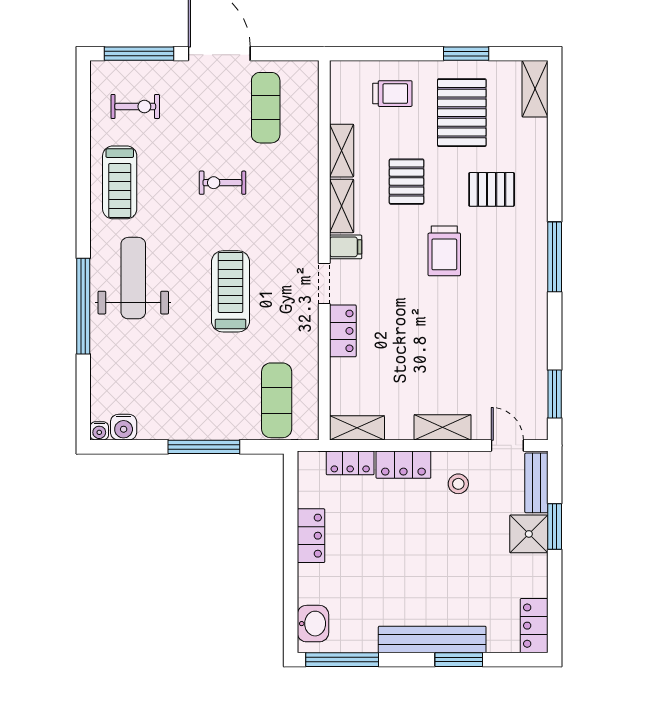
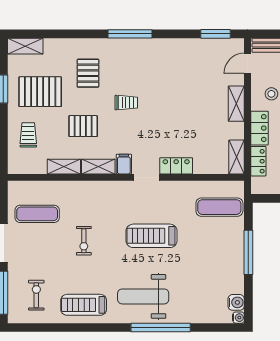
treadmill: (120, 182) -> (84, 305), turned 180
trolley: (444, 251) -> (126, 103), width x0.73, depth x0.72

